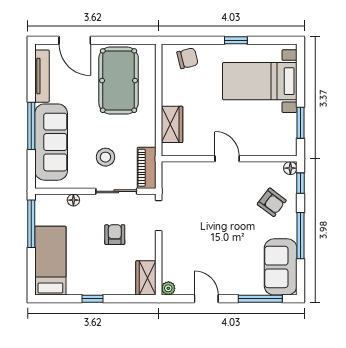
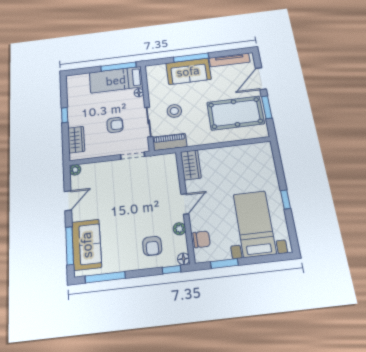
window: (116, 40) -> (267, 107), added
chair: (188, 58) -> (202, 239), moved, turned -76
wardrobe: (172, 124) -> (191, 165), moved, turned -90
sofa: (51, 142) -> (188, 71), width x0.73
plant: (256, 169) -> (179, 229), added
armchair: (272, 202) -> (152, 246), turned -37
window: (301, 236) -> (105, 277), moved
bed: (50, 261) -> (116, 80), moved, turned 180
sofa: (281, 267) -> (86, 245), moved, turned 90
wardrobe: (146, 278) -> (76, 140), moved, turned 90

